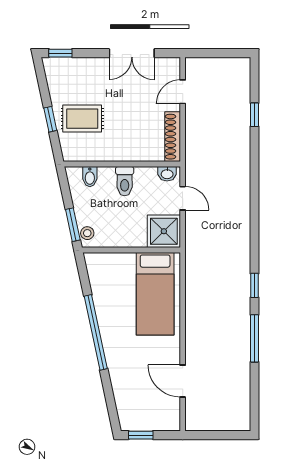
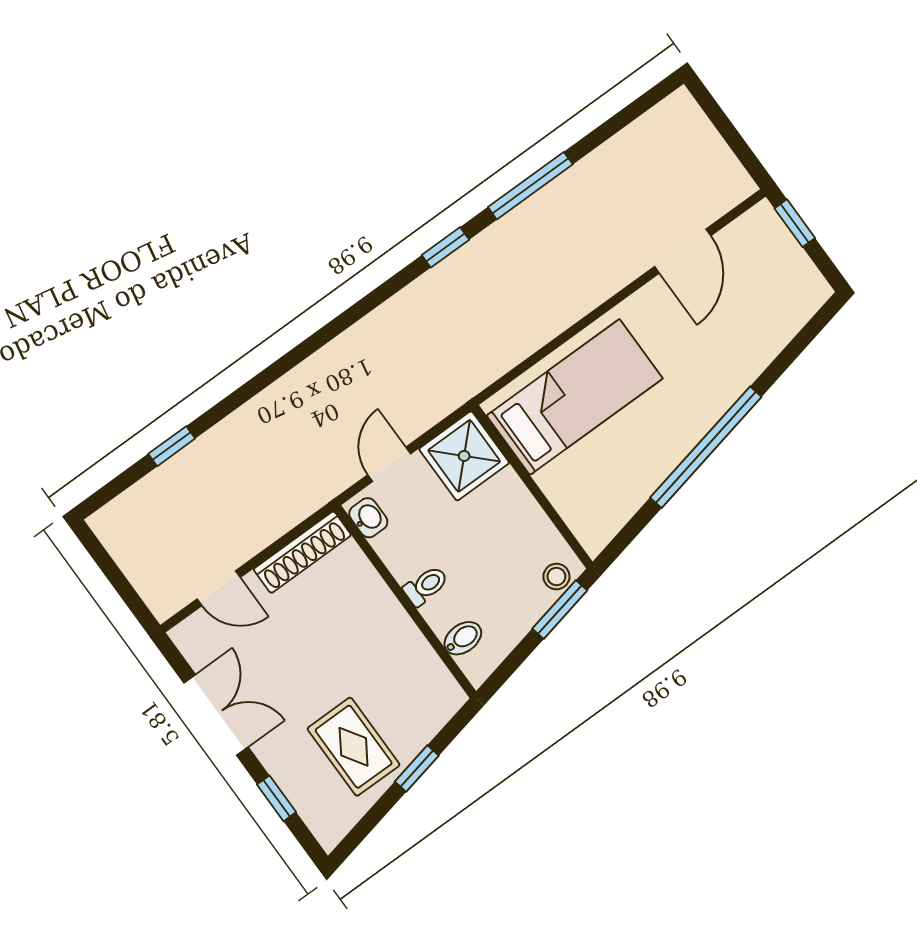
window: (60, 53) -> (277, 798), moved
rug: (82, 119) -> (354, 747), moved
toilet: (125, 181) -> (426, 586), width x0.73, depth x0.72
window: (141, 435) -> (795, 223), moved

